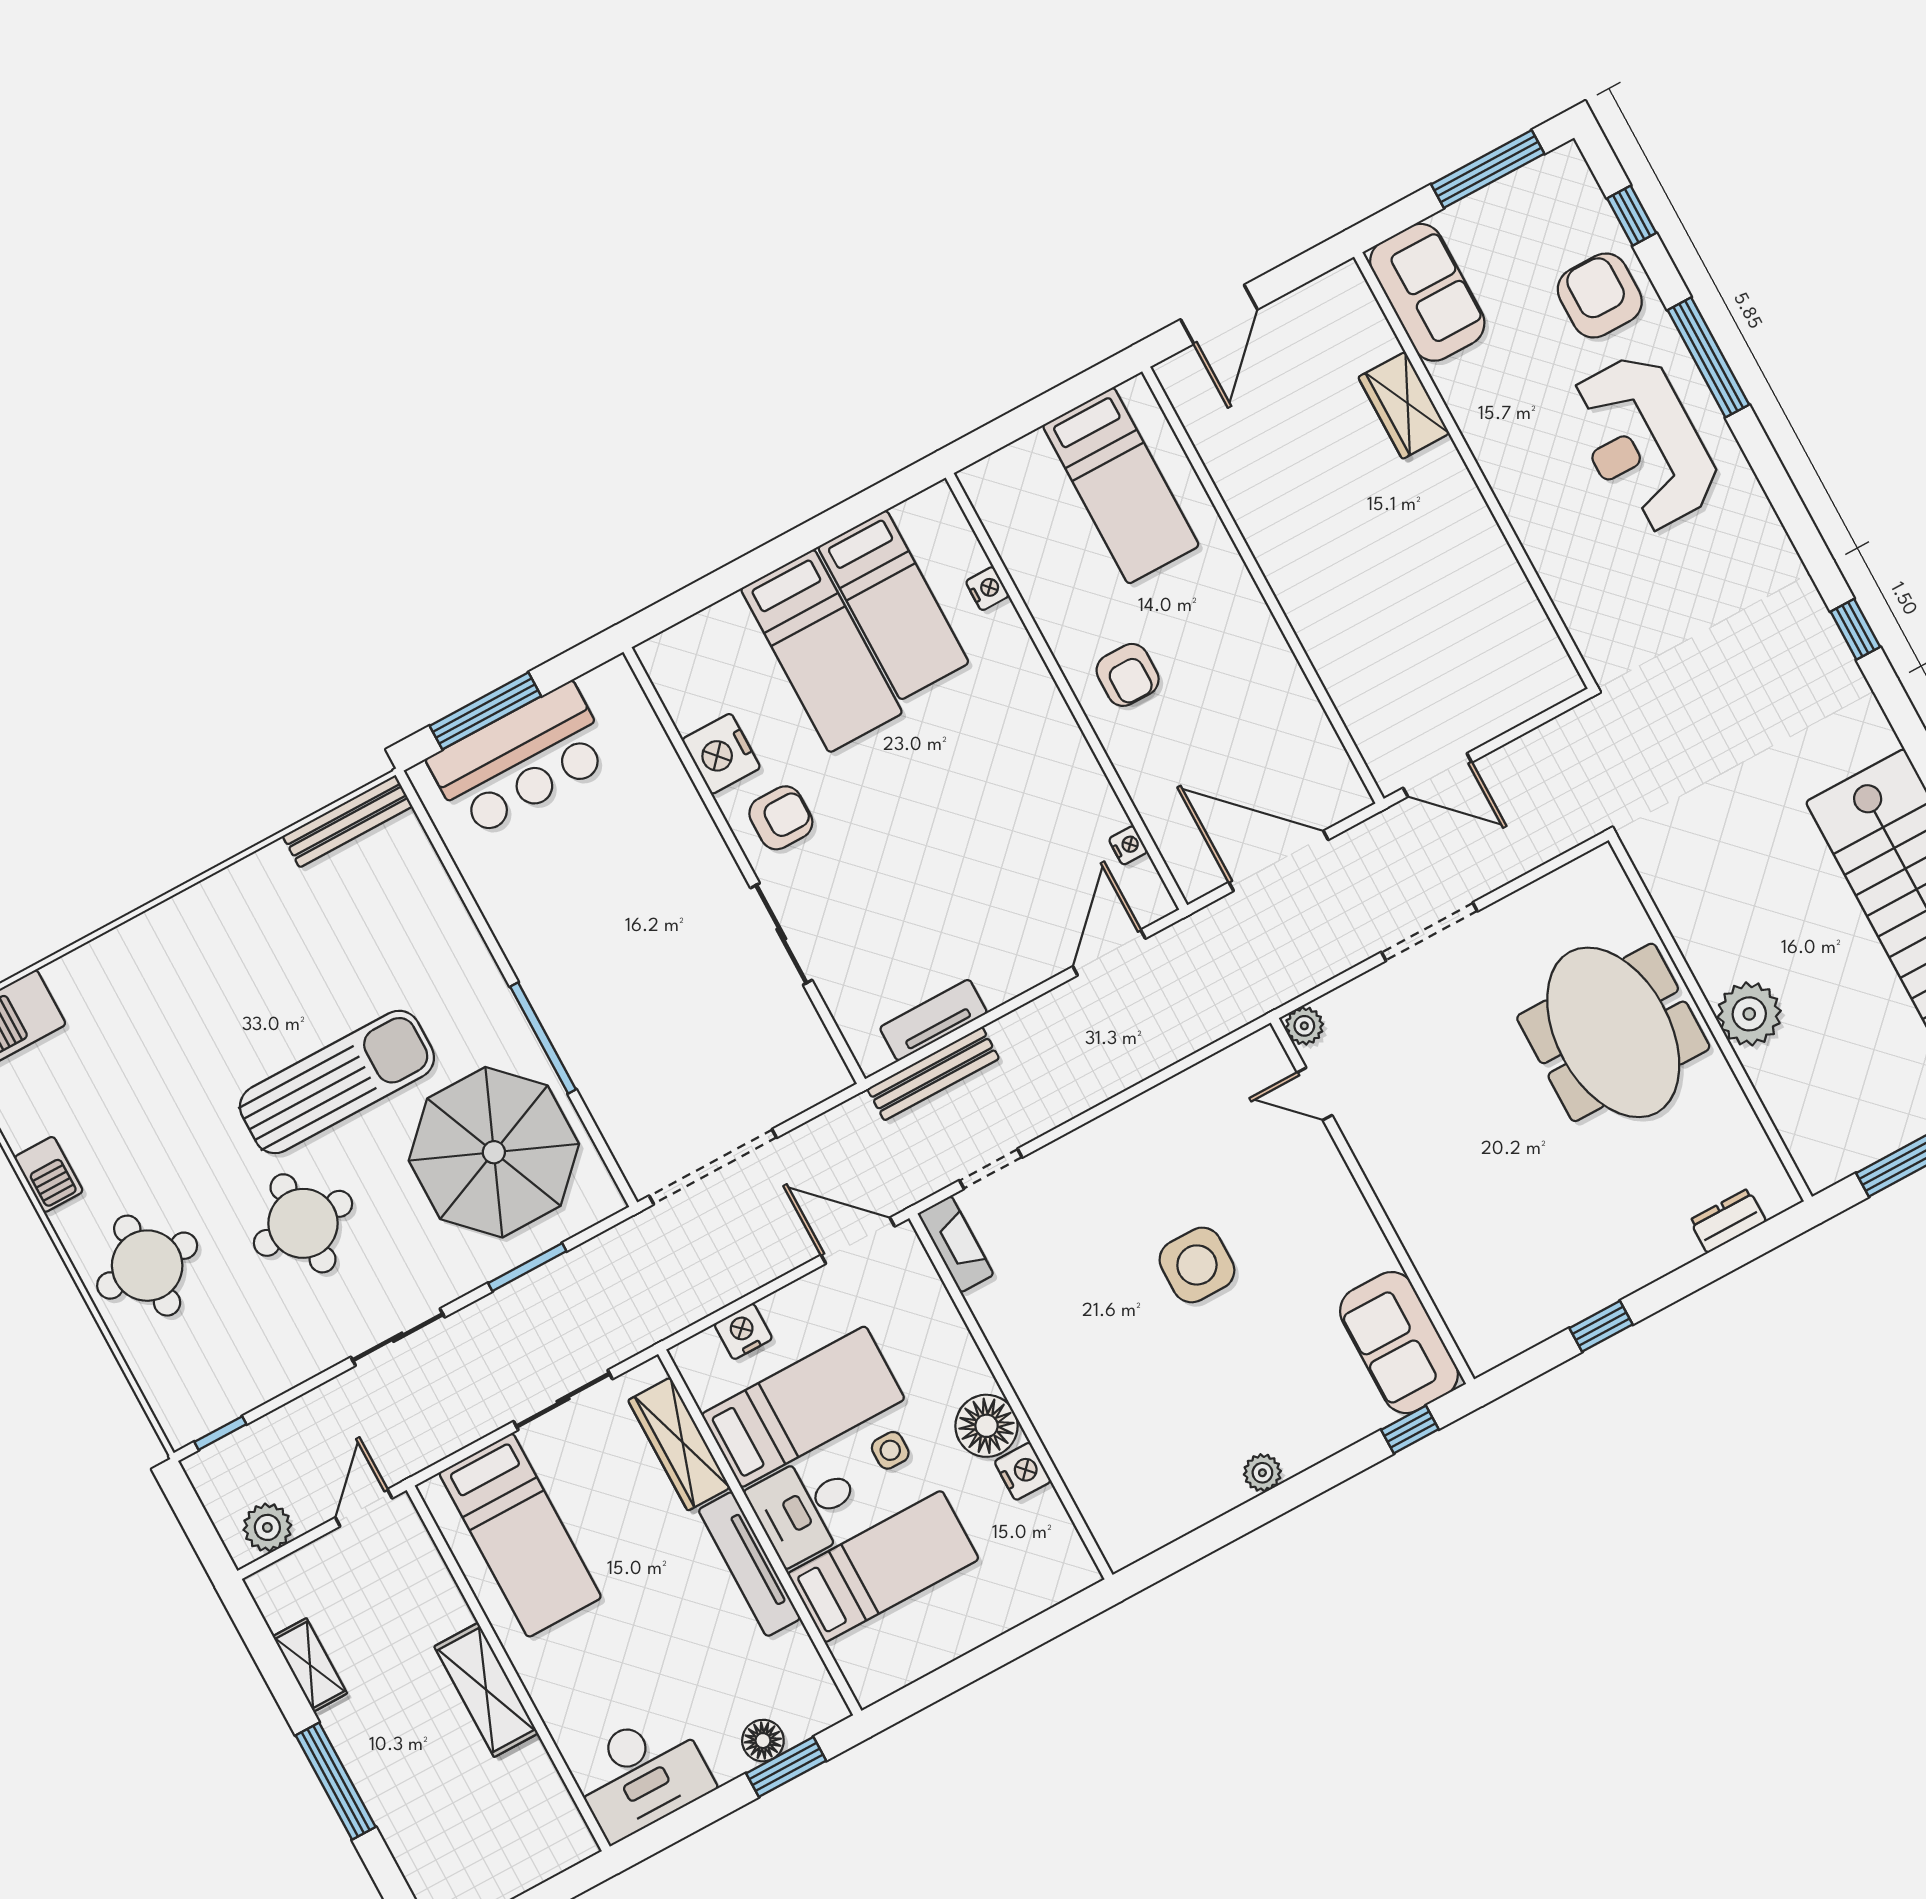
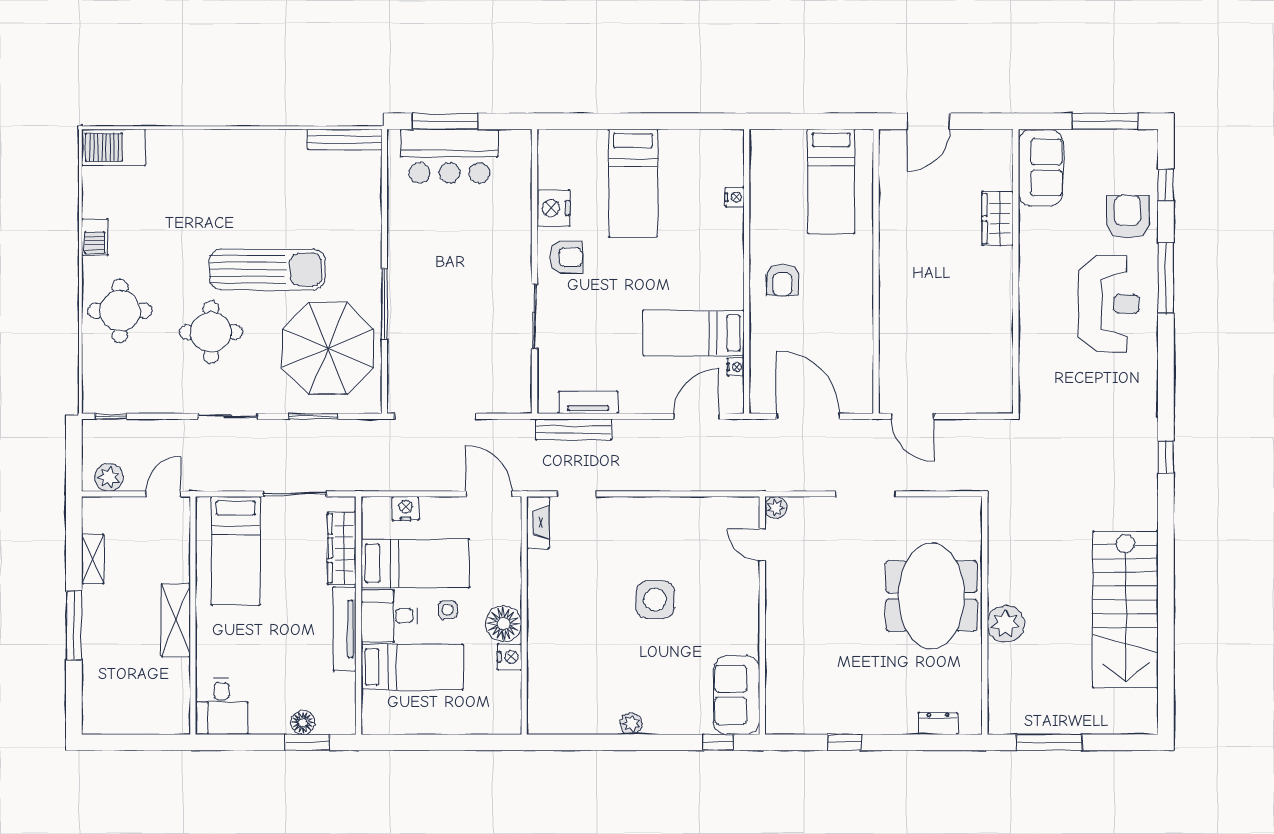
reception desk: (1643, 443) -> (1109, 304), turned 180
bed: (893, 605) -> (693, 333), moved, turned 90
desk: (641, 1775) -> (222, 706), width x0.73

